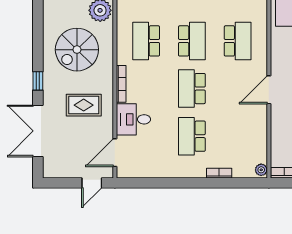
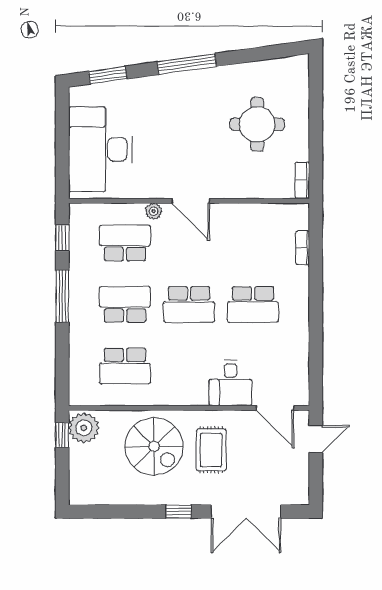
spiral stairs: (77, 50) -> (154, 446), moved
bookcase: (121, 84) -> (183, 399), removed
plant: (261, 170) -> (154, 211), moved
bookcase: (219, 173) -> (303, 248), moved
door: (92, 183) -> (316, 439), hinge flipped

